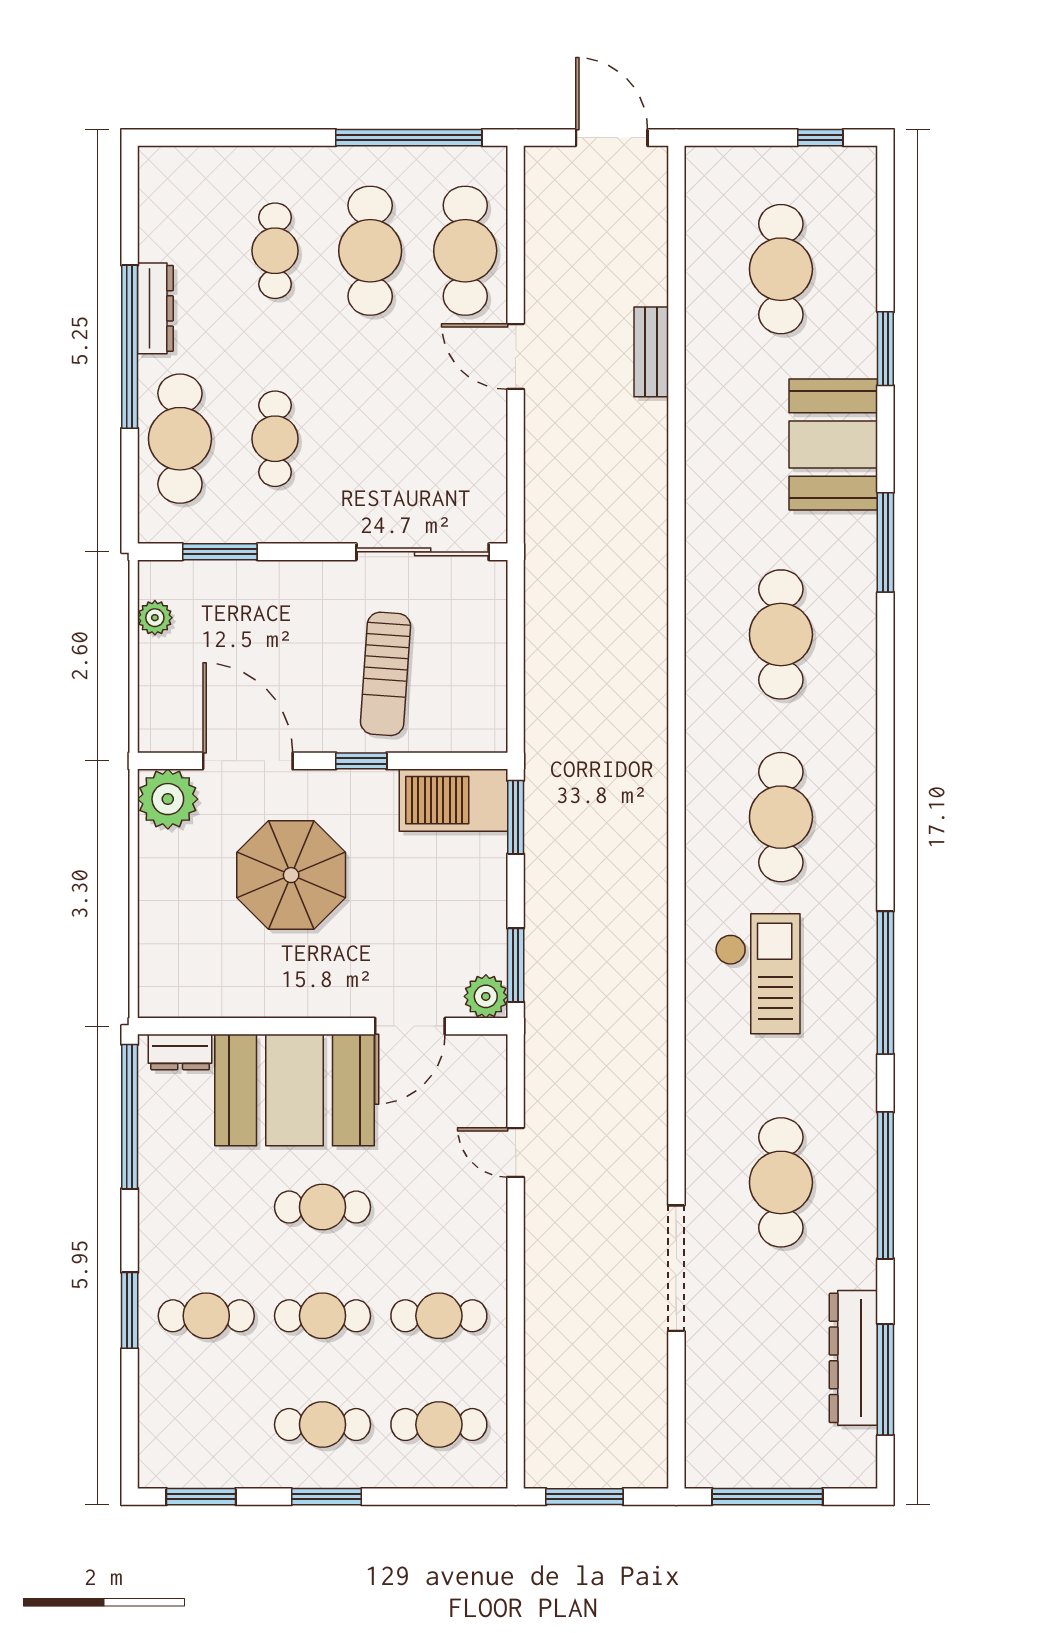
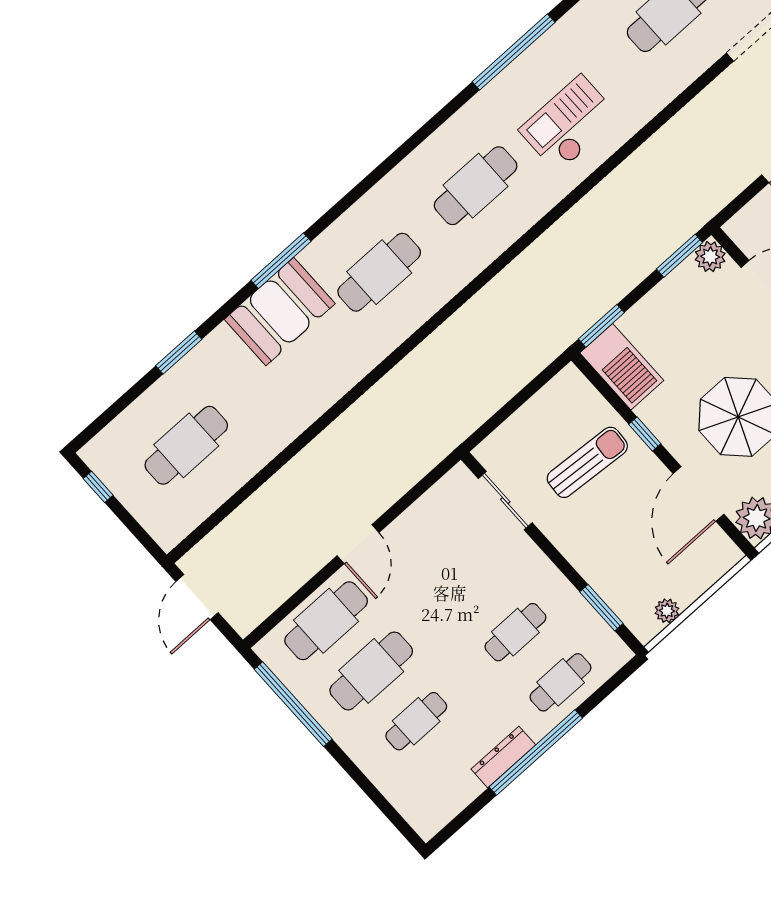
bench: (651, 352) -> (291, 475), removed
cafe table: (180, 439) -> (561, 682), width x0.73, depth x0.74
booth: (833, 445) -> (280, 311), moved
sliding door: (423, 552) -> (505, 501), width x0.73

